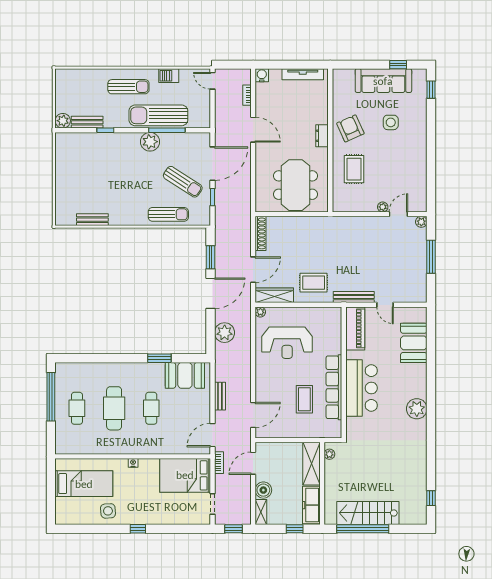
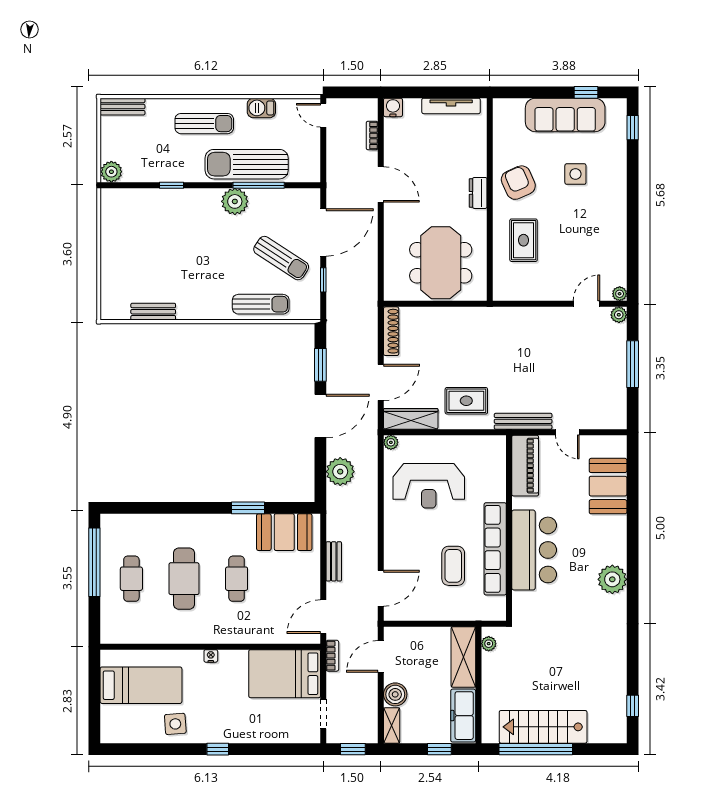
bench: (87, 122) -> (122, 107), moved
plant: (383, 207) -> (620, 294), moved

